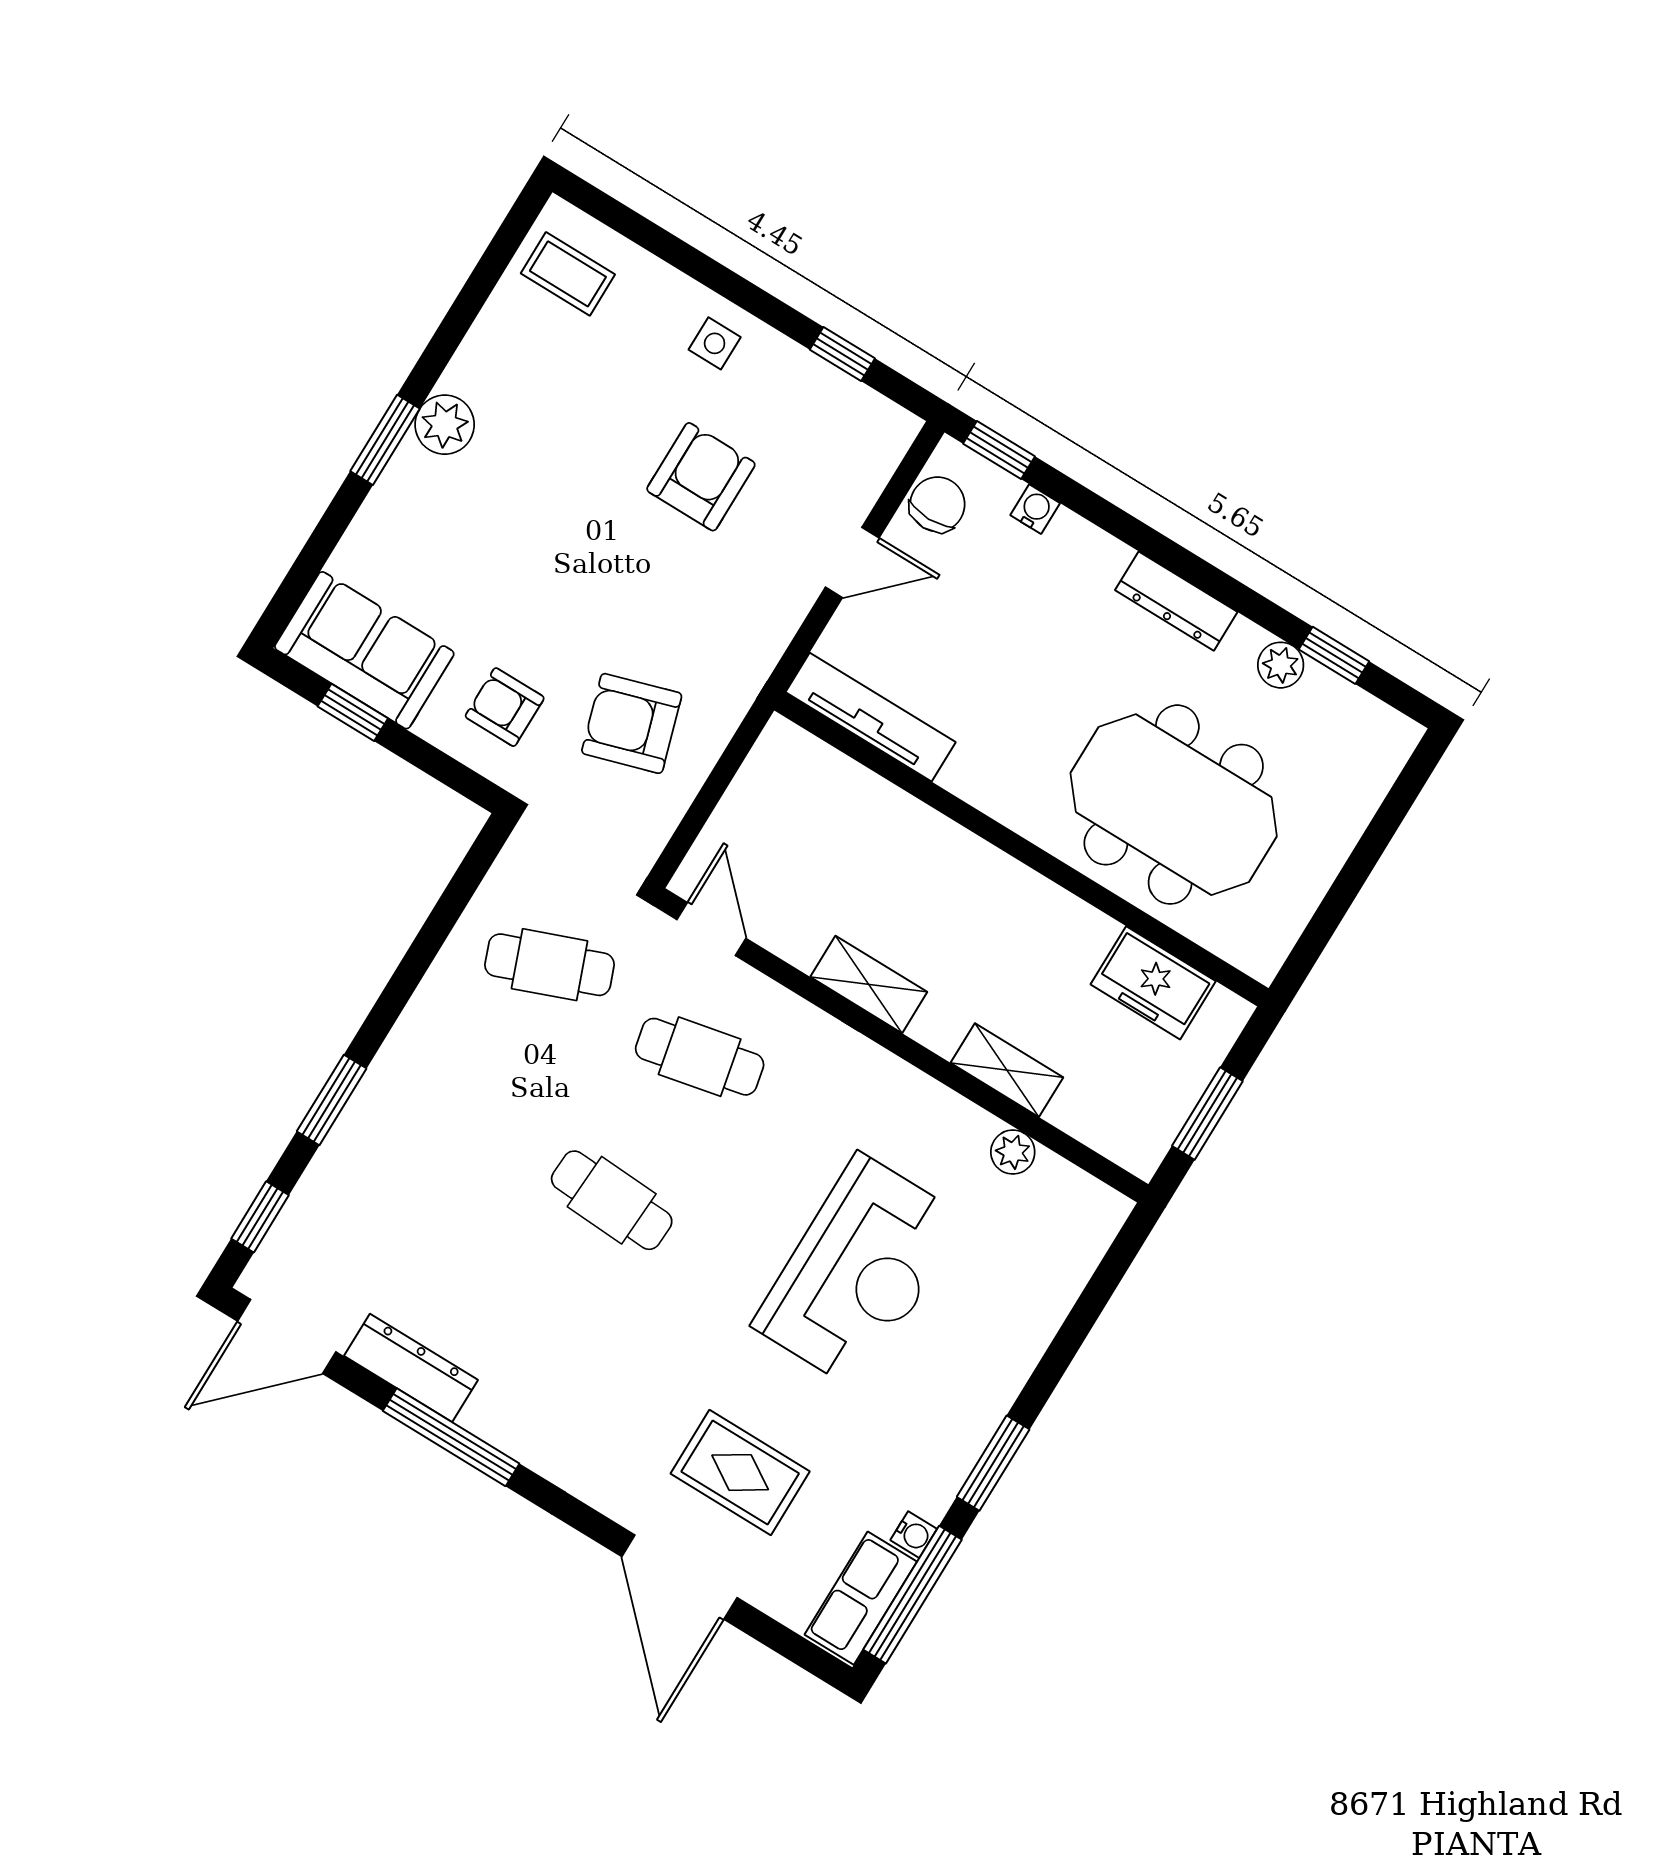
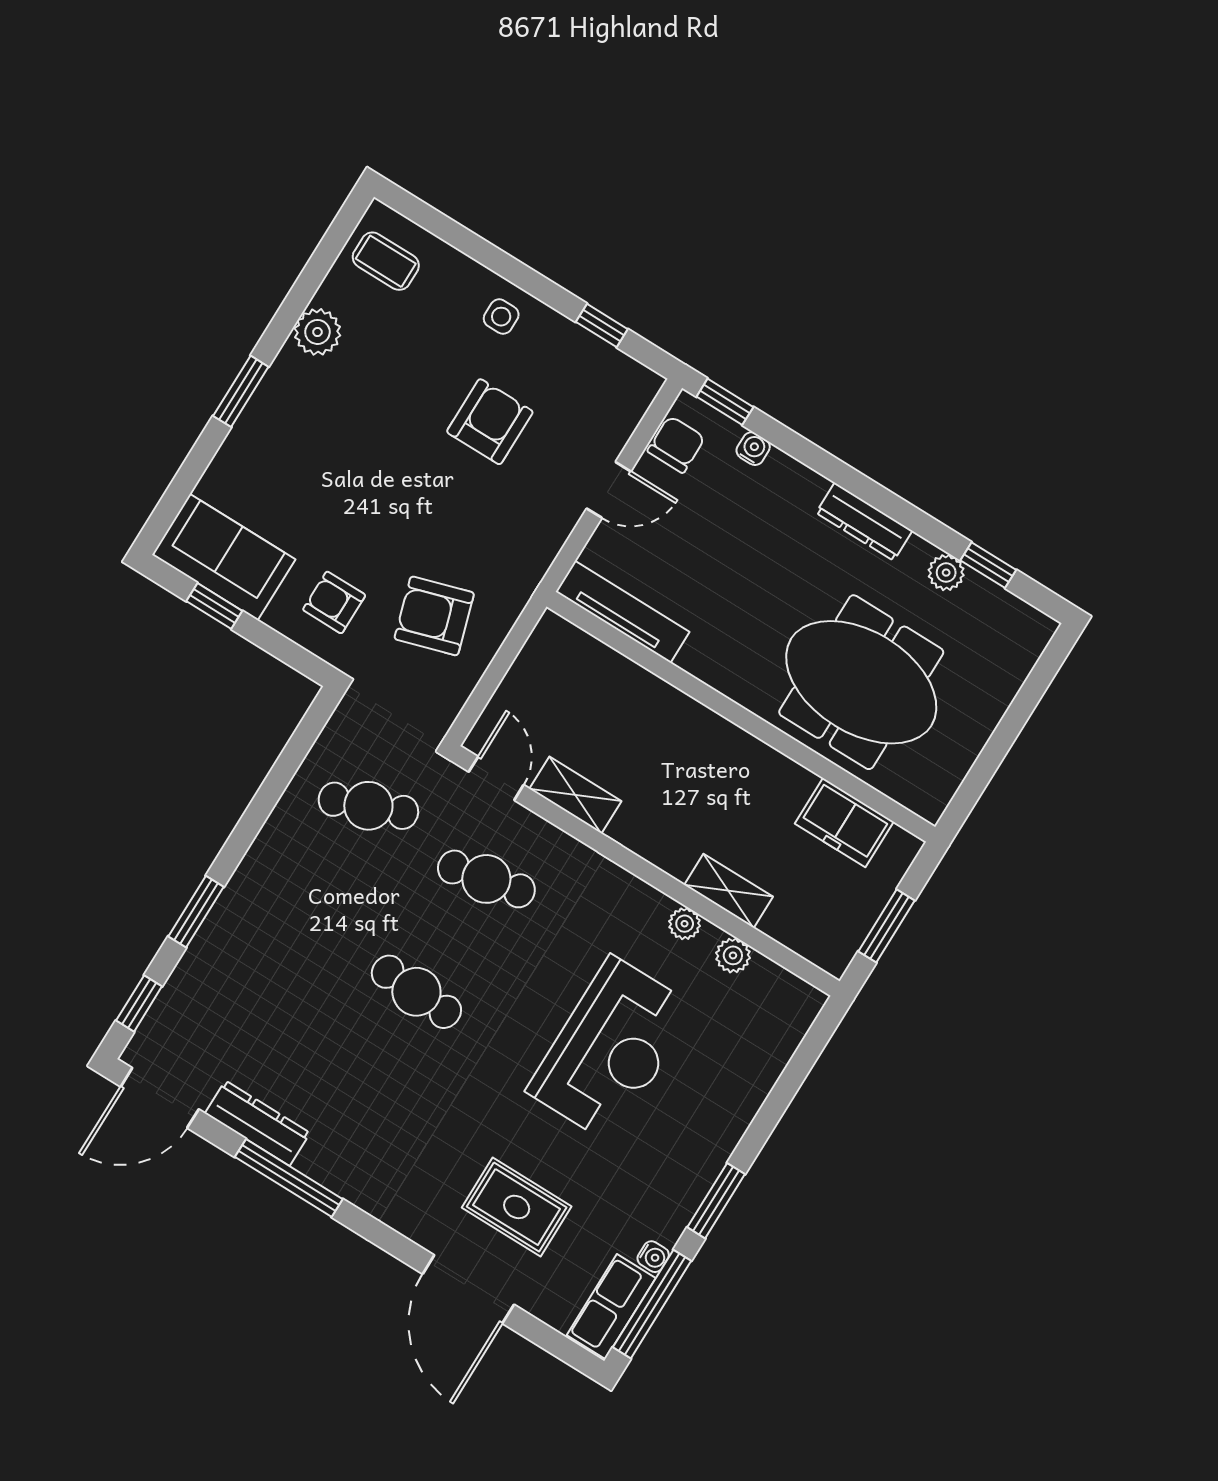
plant: (445, 425) -> (317, 332), moved
shelving: (869, 984) -> (575, 795), moved
plant: (951, 1112) -> (685, 924), added

